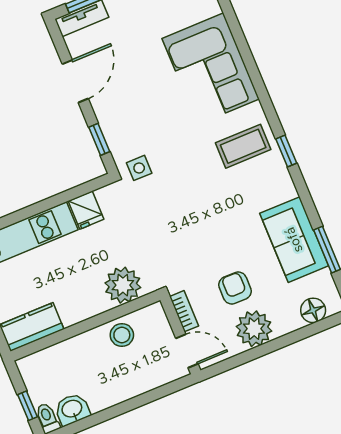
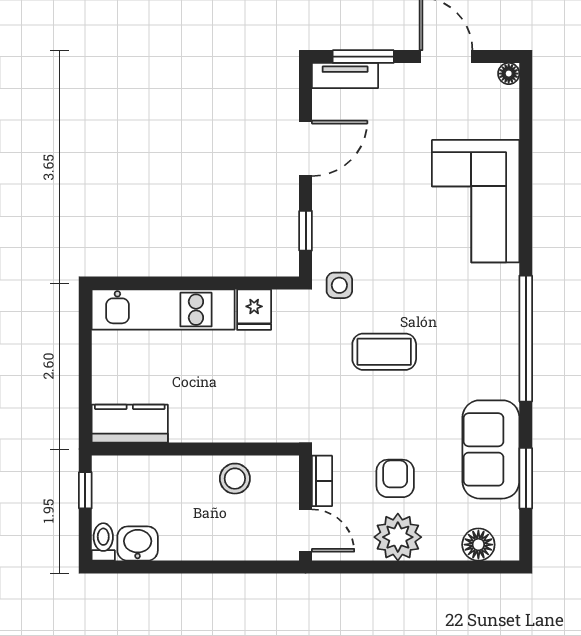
coffee table: (243, 146) -> (384, 352), moved
window: (286, 151) -> (526, 339), width x3.17
plant: (123, 285) -> (261, 419), removed
window: (28, 406) -> (85, 490), moved

